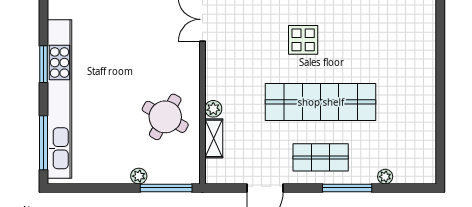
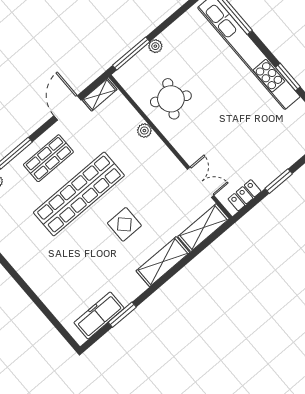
window: (44, 64) -> (288, 77), moved
shelving: (214, 138) -> (100, 95), moved, turned 90

